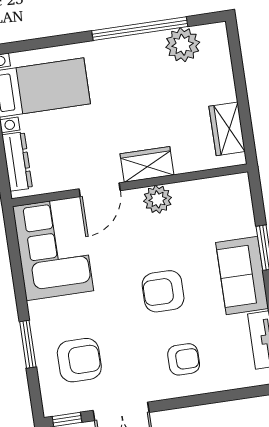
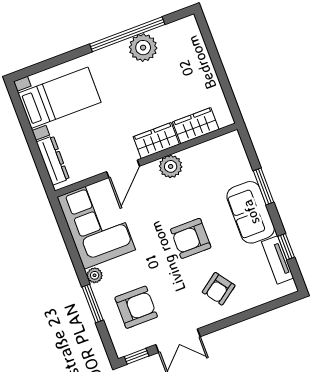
plant: (183, 45) -> (143, 48), moved
wardrobe: (227, 129) -> (196, 126), moved, turned 90
plant: (37, 311) -> (95, 275), added
armchair: (184, 359) -> (219, 289), turned 144

